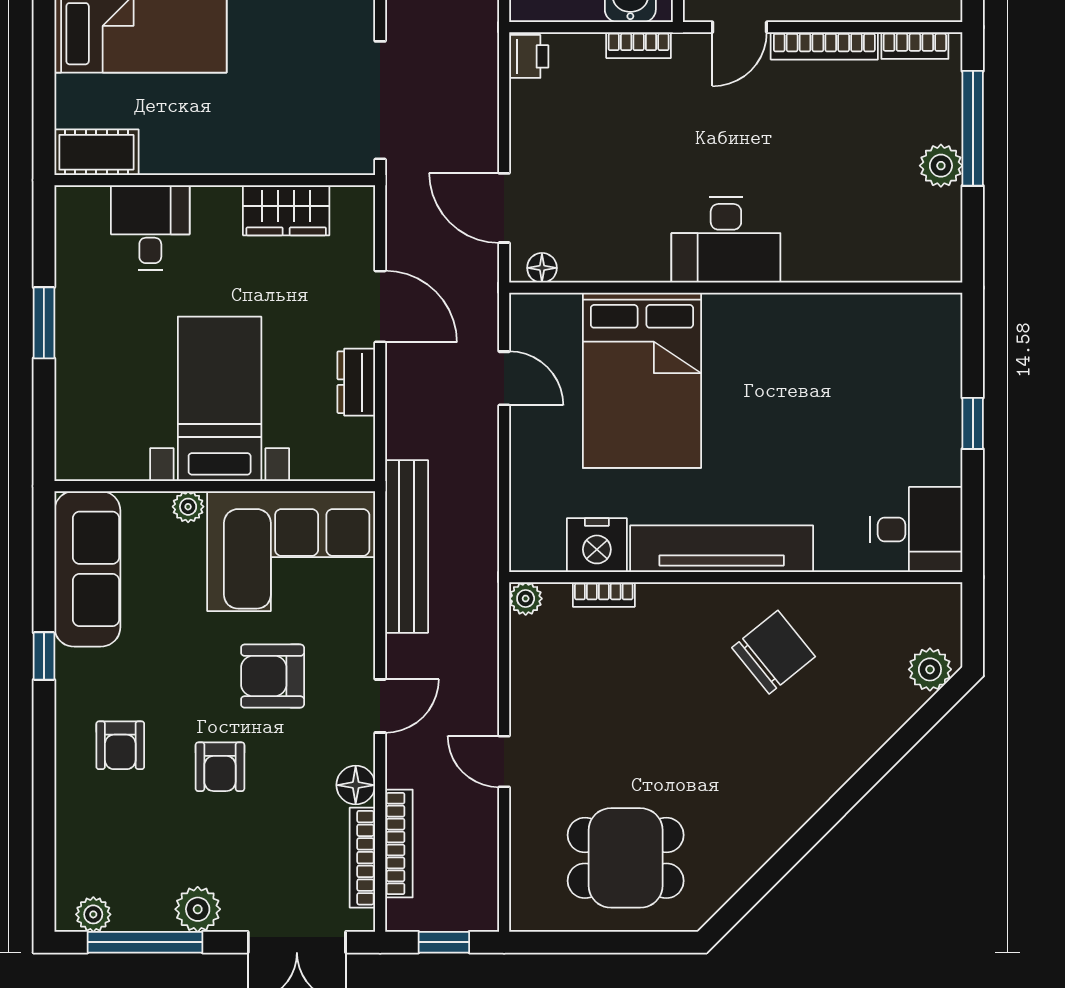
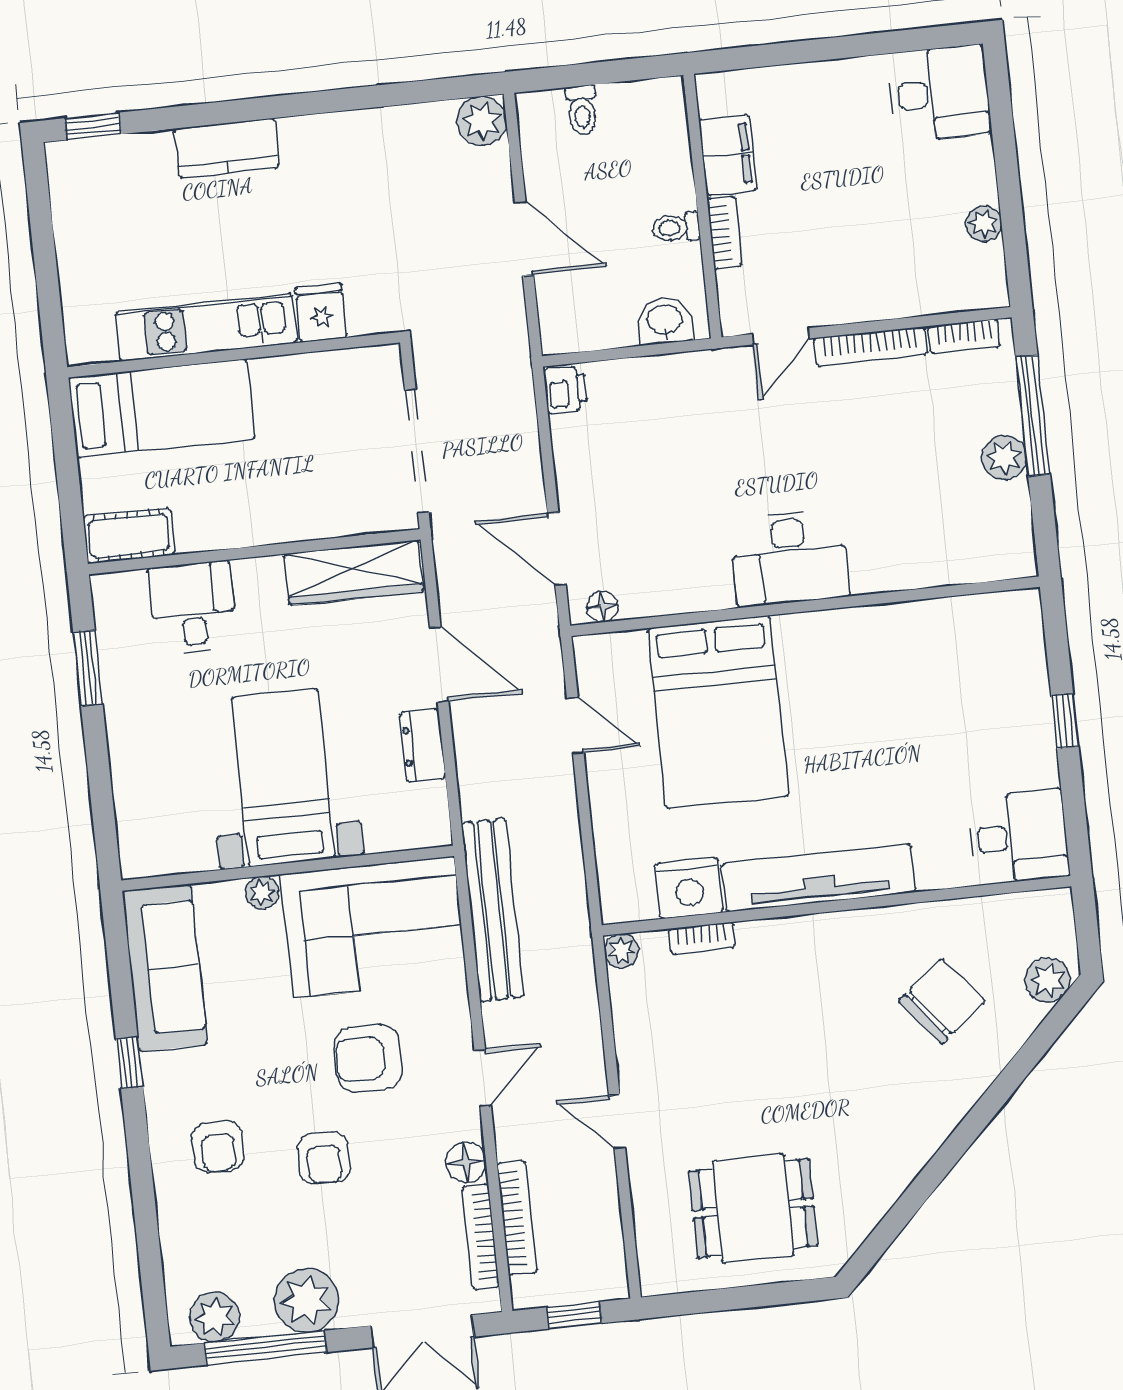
bookcase: (639, 45) -> (678, 366), removed
wardrobe: (286, 210) -> (354, 573), width x1.50
window: (44, 323) -> (88, 668), moved
chair: (774, 652) -> (942, 1001), moved
plant: (198, 909) -> (307, 1300), width x1.36, depth x1.36
plant: (93, 914) -> (215, 1317), width x1.38, depth x1.38

